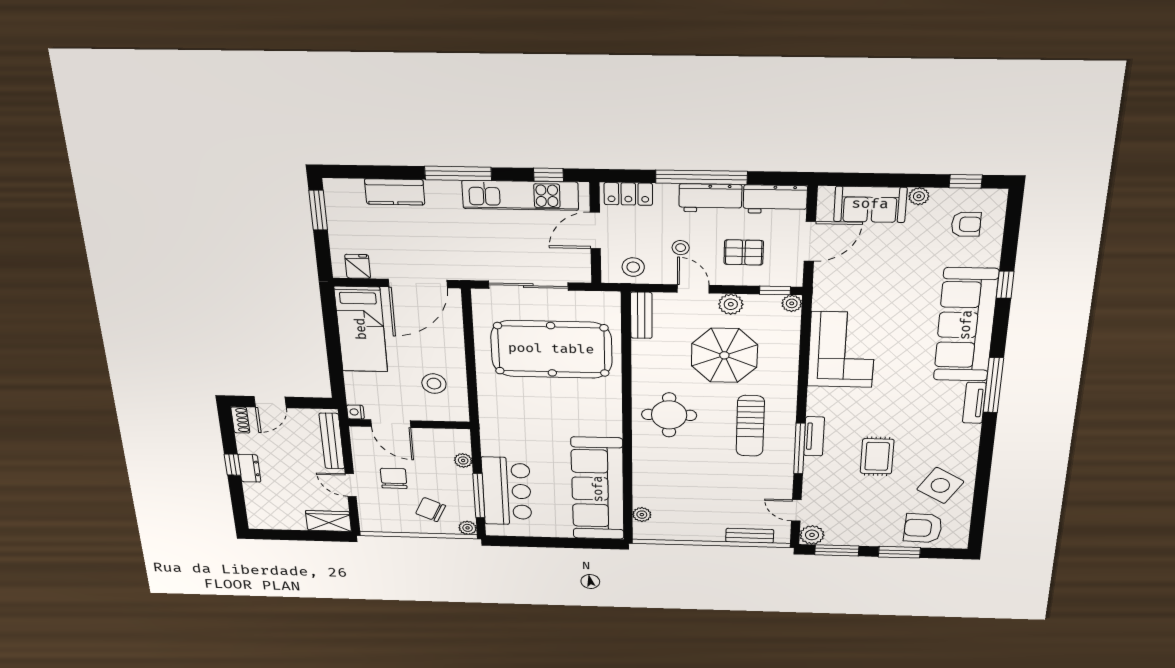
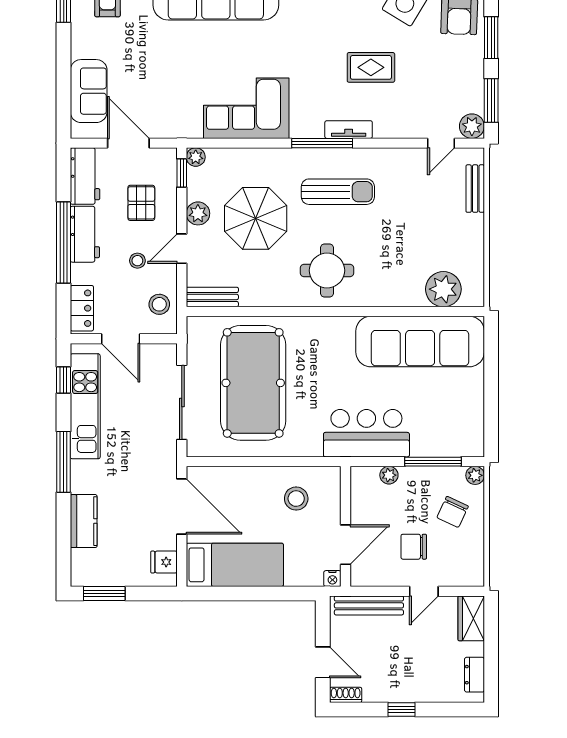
plant: (919, 196) -> (79, 48), removed
window: (799, 449) -> (322, 143), moved
dresser: (249, 468) -> (474, 675), moved, turned -90
bar counter: (507, 491) -> (366, 433), moved
plant: (642, 515) -> (443, 289), width x1.88, depth x1.88

